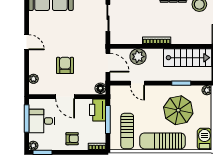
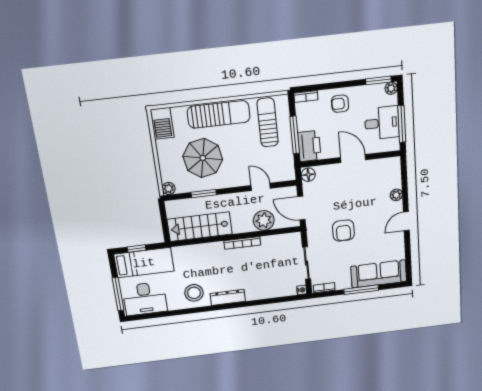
door: (27, 42) -> (406, 221), hinge flipped
armchair: (65, 65) -> (343, 231), moved
plant: (33, 79) -> (396, 195), moved

